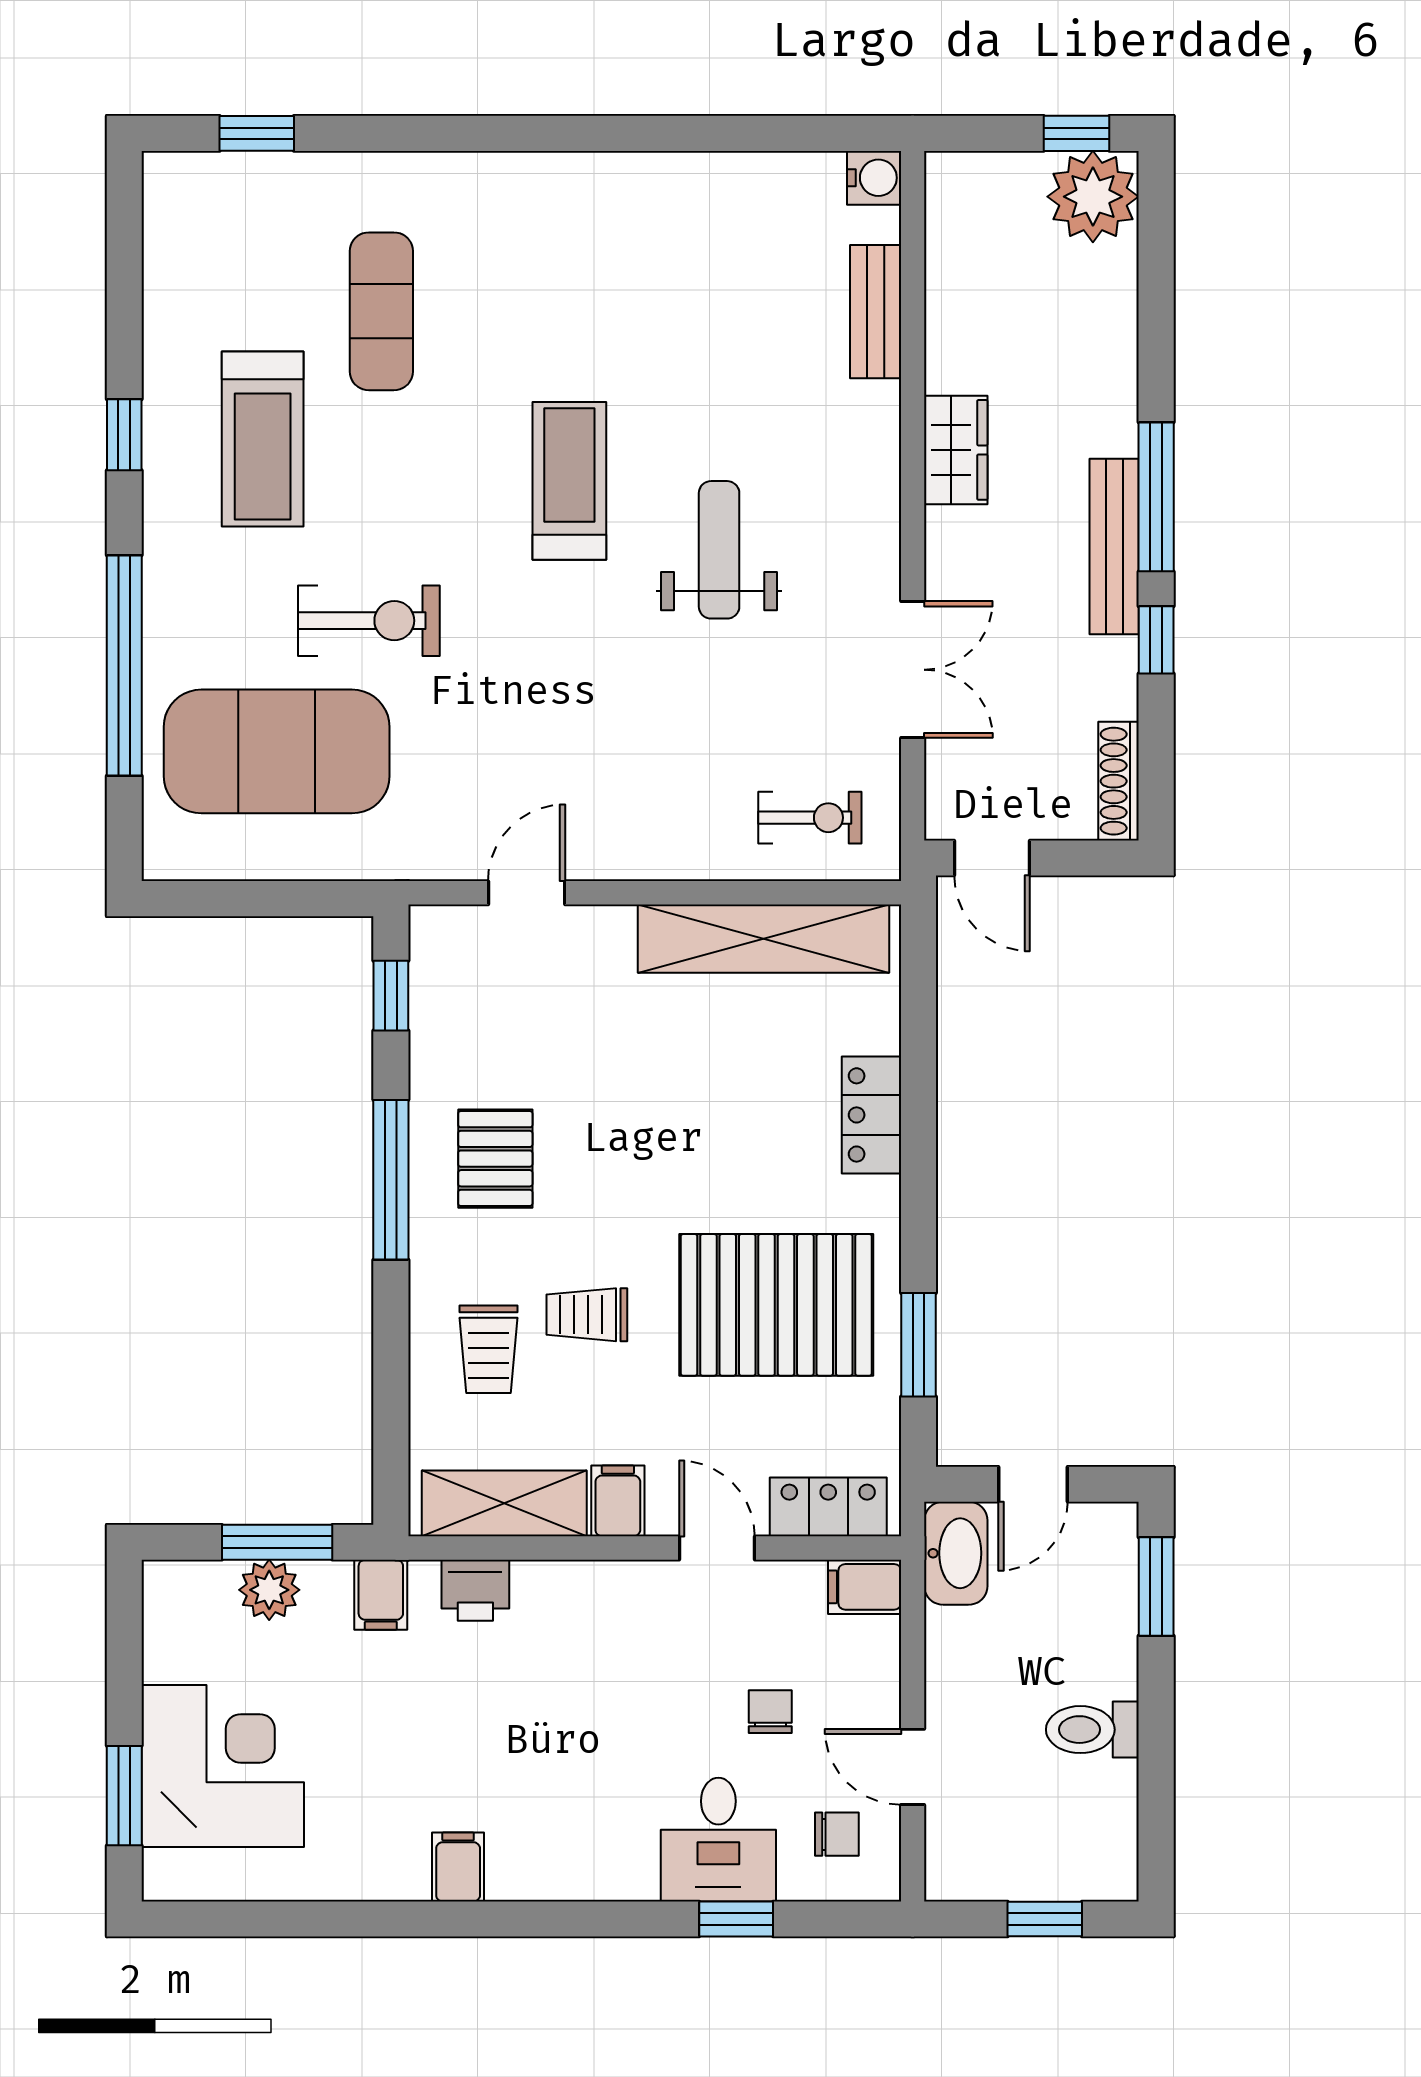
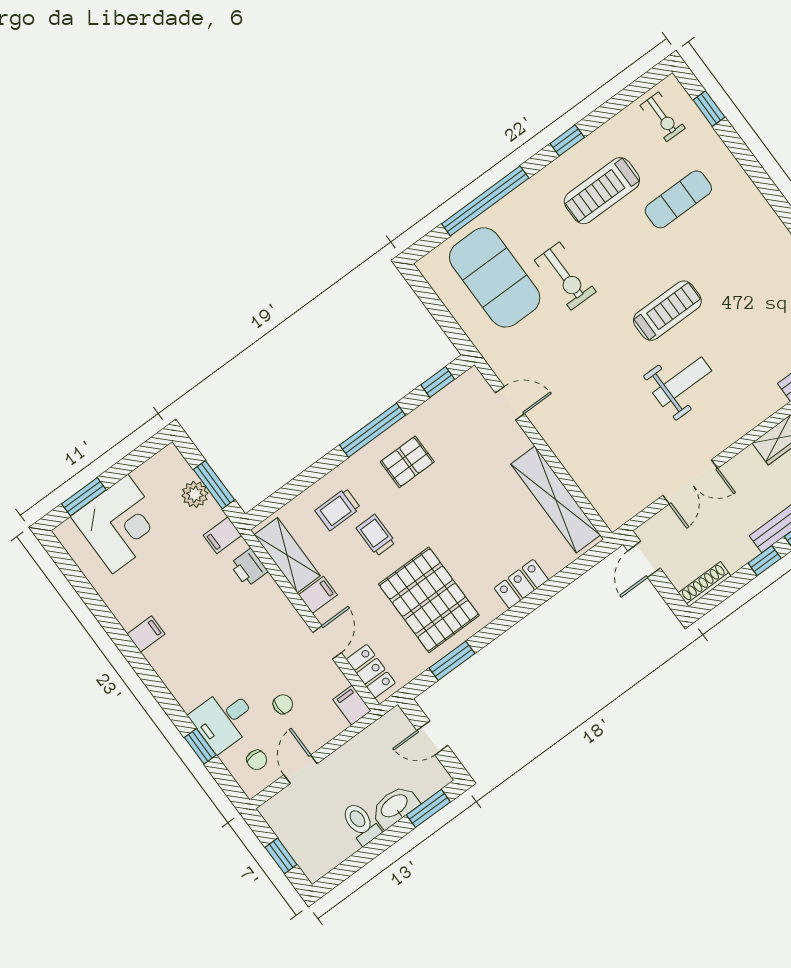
exercise bike: (810, 818) -> (663, 117), moved
washbasin: (956, 1553) -> (395, 806), moved, turned 180

